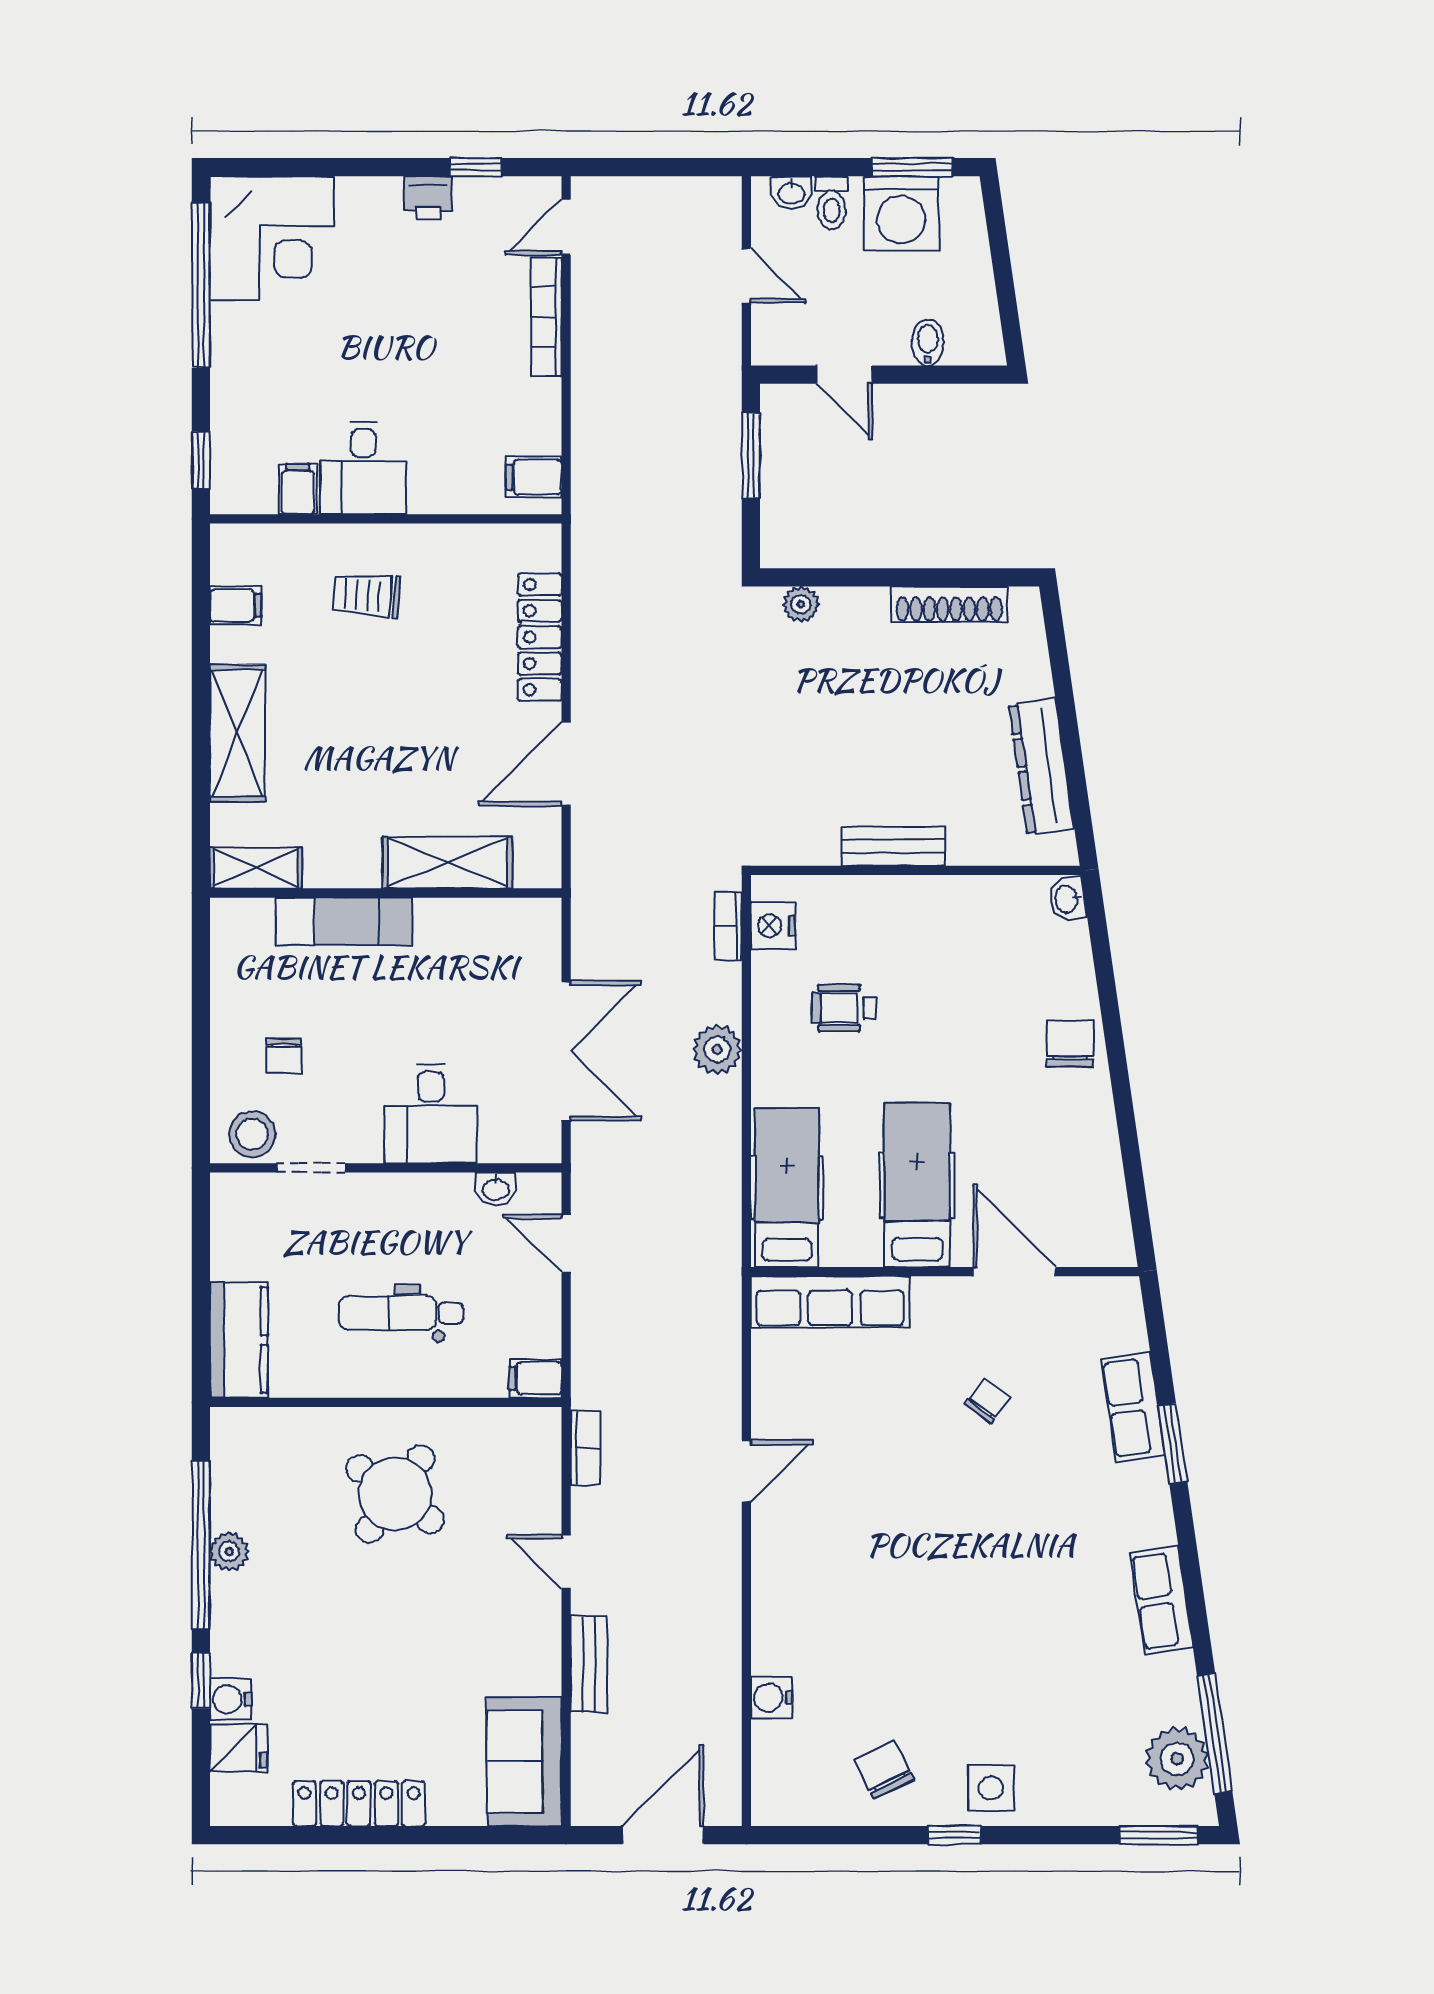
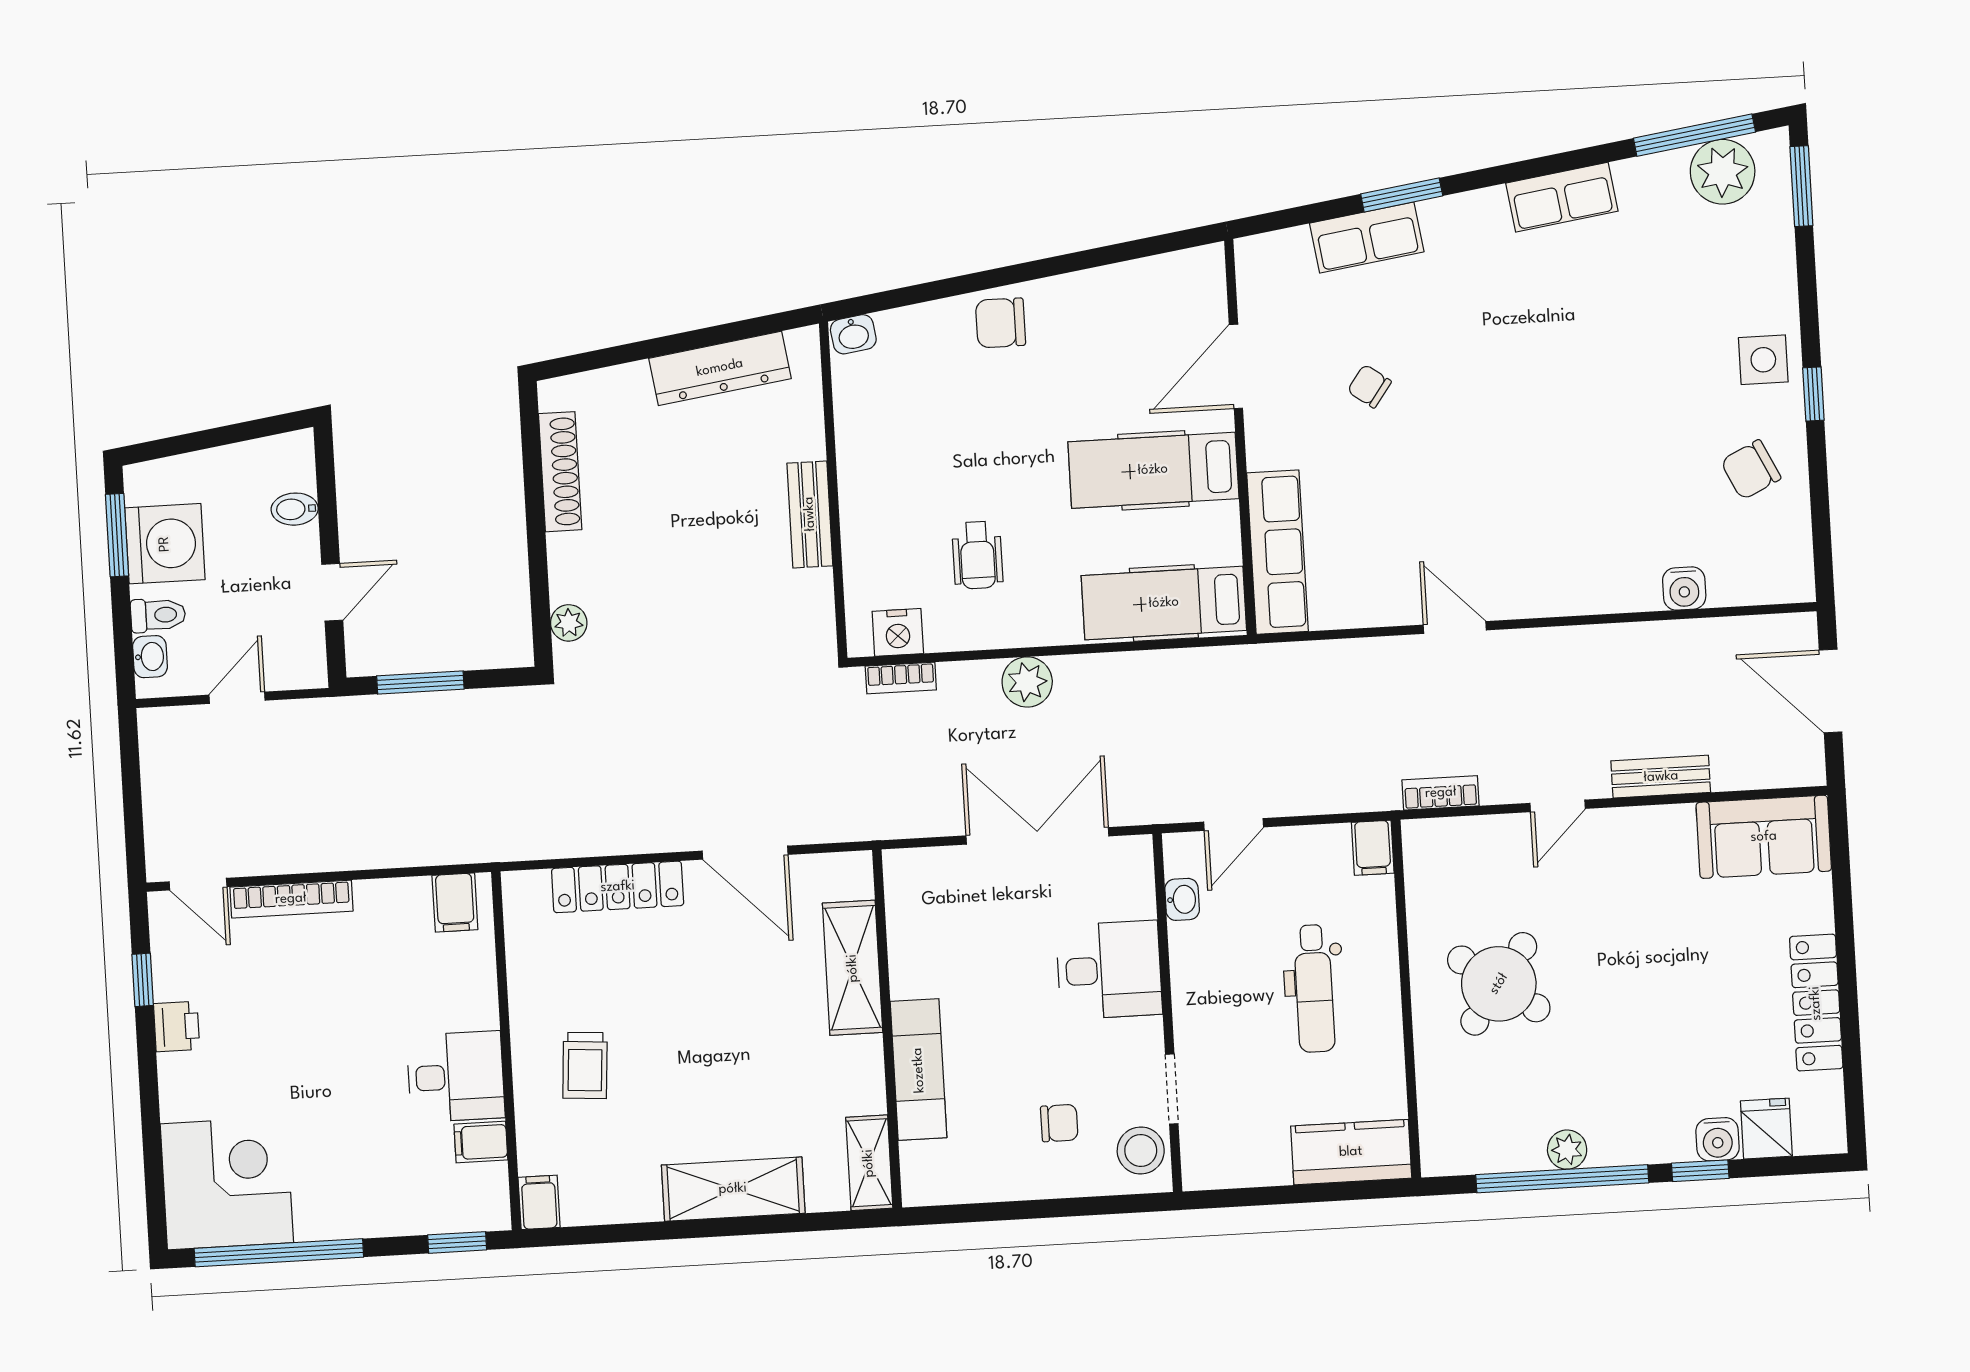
filing cabinet: (236, 605) -> (539, 1202), moved

